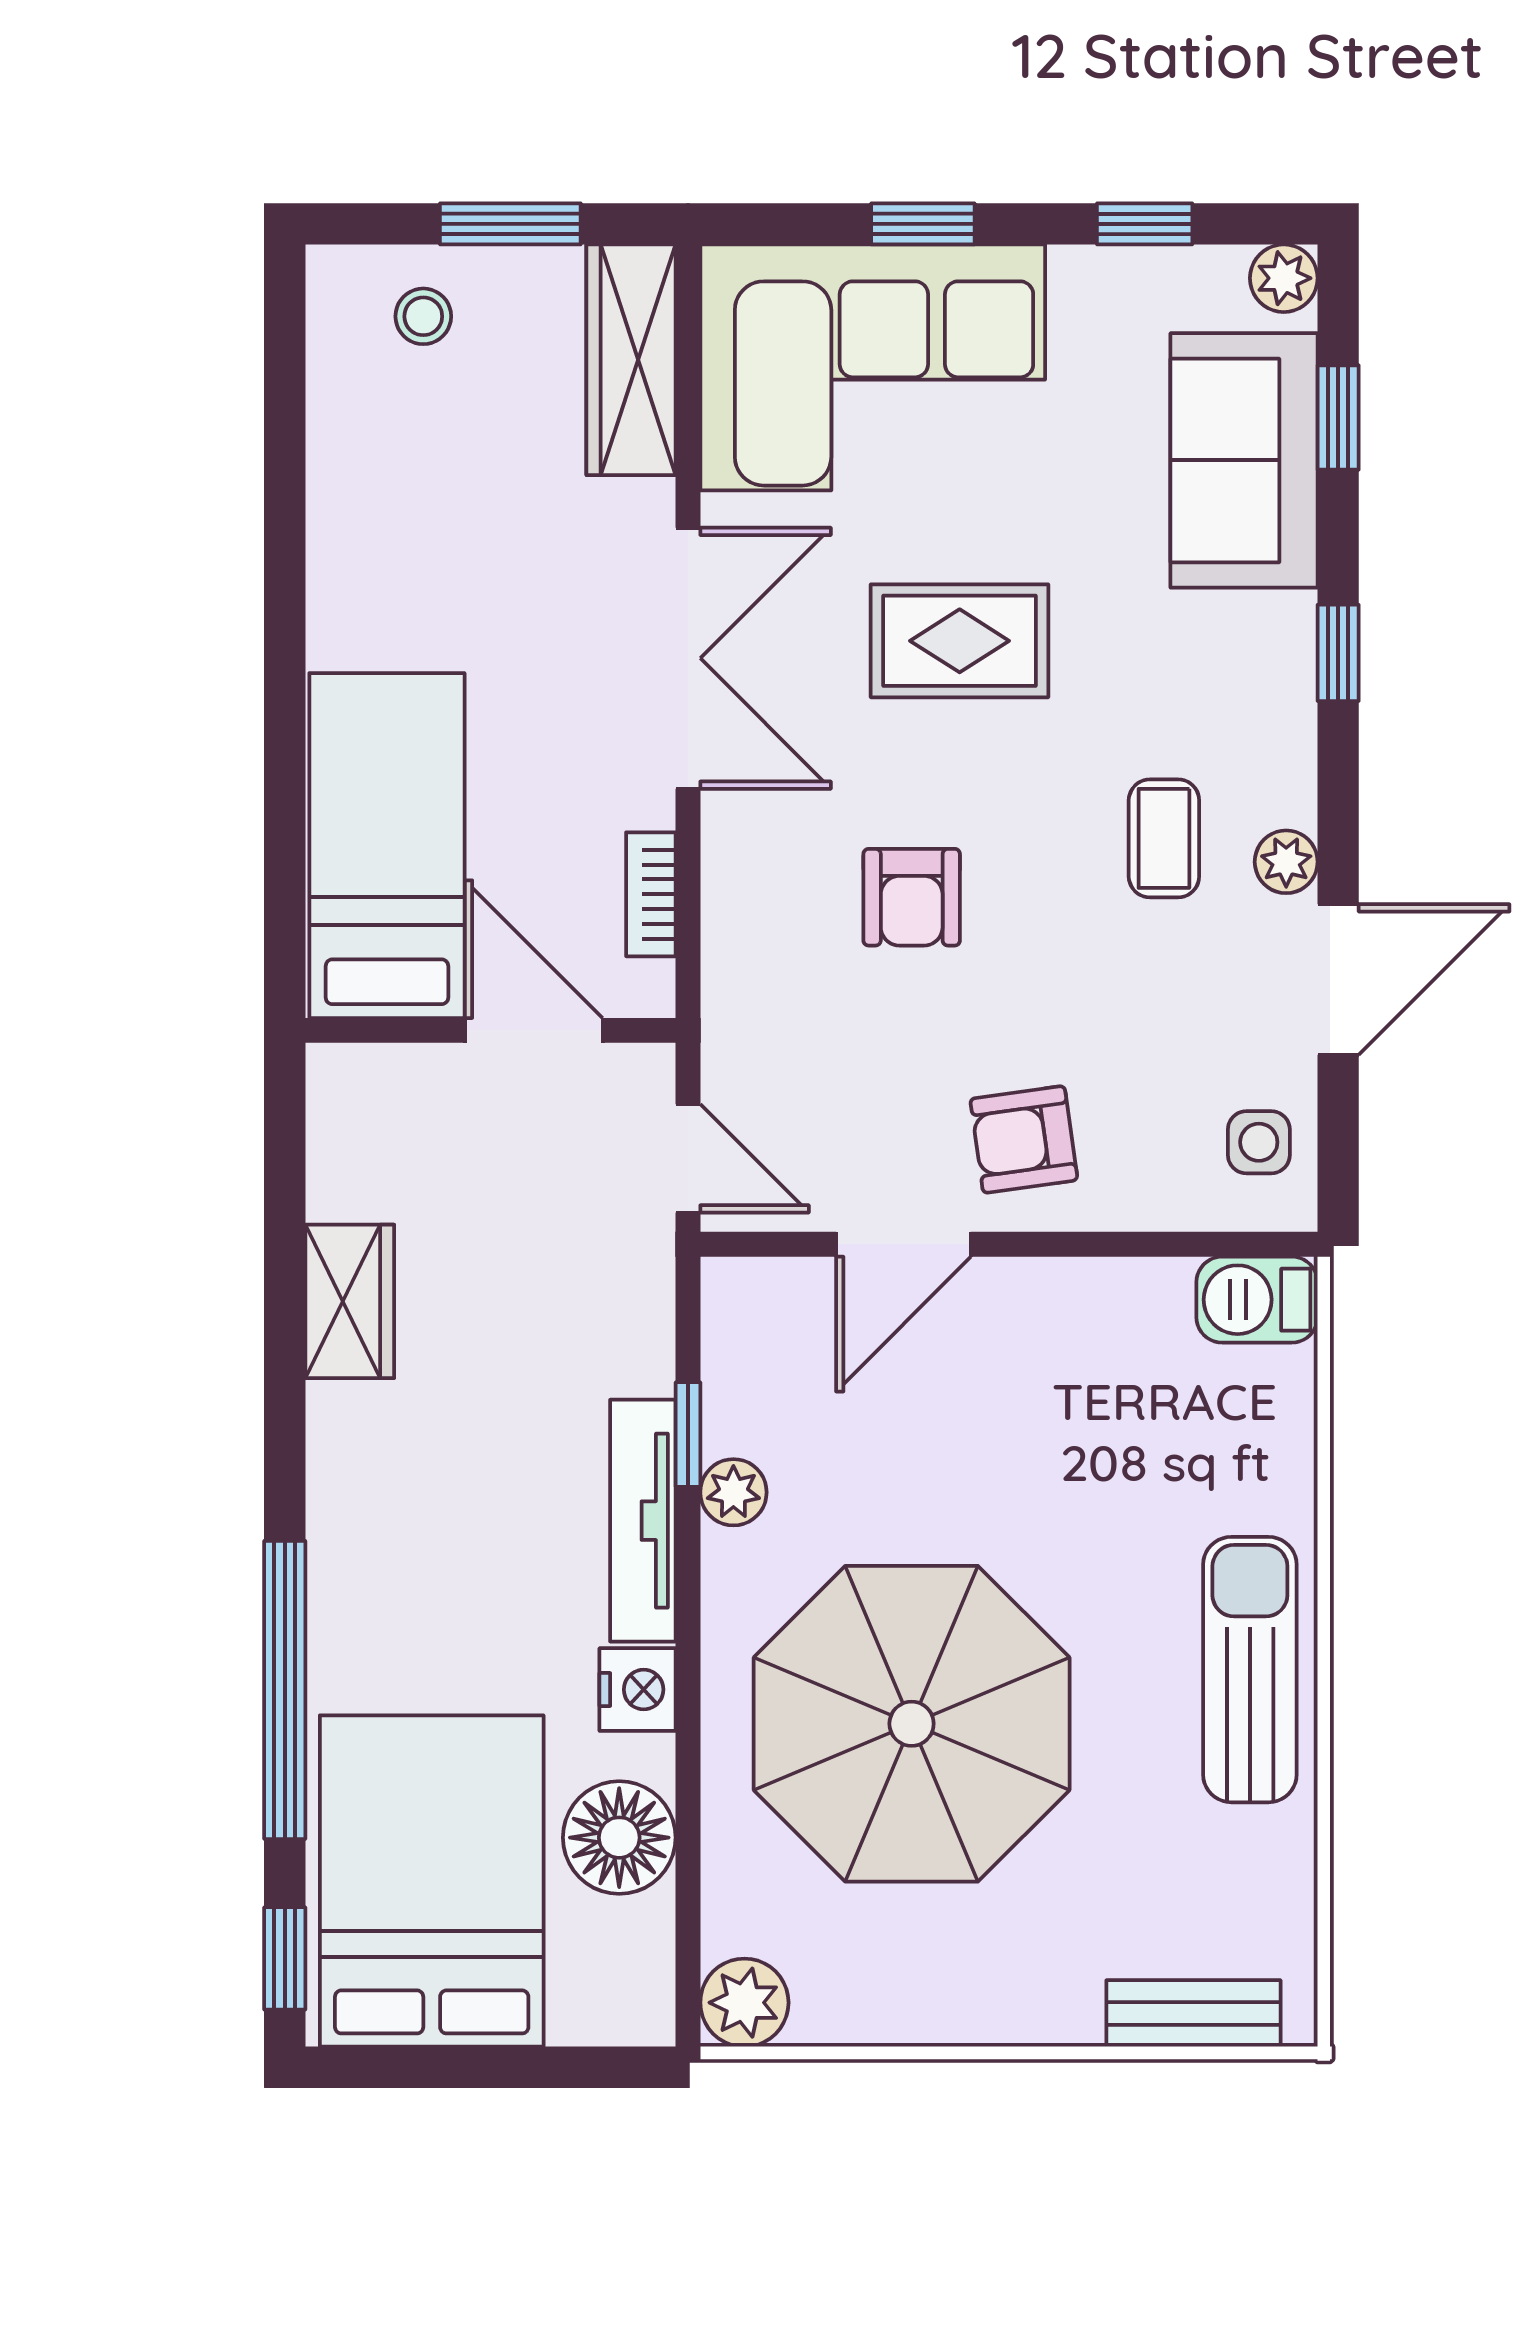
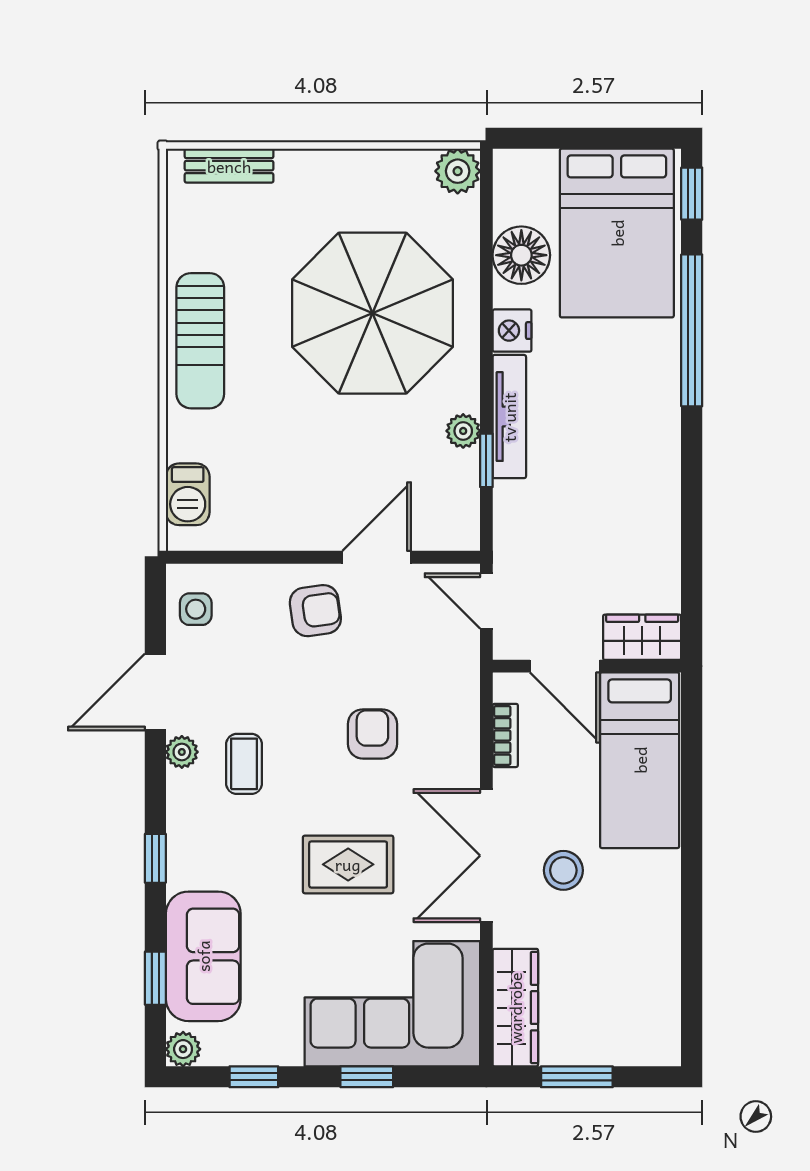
stool: (423, 316) -> (563, 870), moved, width x1.37, depth x1.37
barbecue: (1257, 1300) -> (188, 494), moved, turned 90
wardrobe: (350, 1301) -> (642, 637), moved, turned 90

